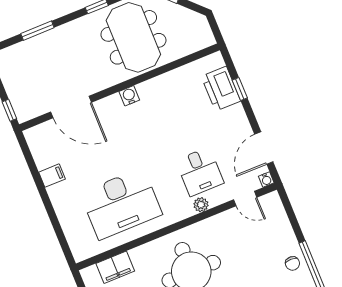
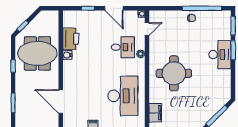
printer: (221, 89) -> (71, 39), moved, turned -90
water cooler: (129, 96) -> (67, 55), moved
door: (71, 107) -> (61, 101), swing flipped
door: (264, 148) -> (114, 8), moved

